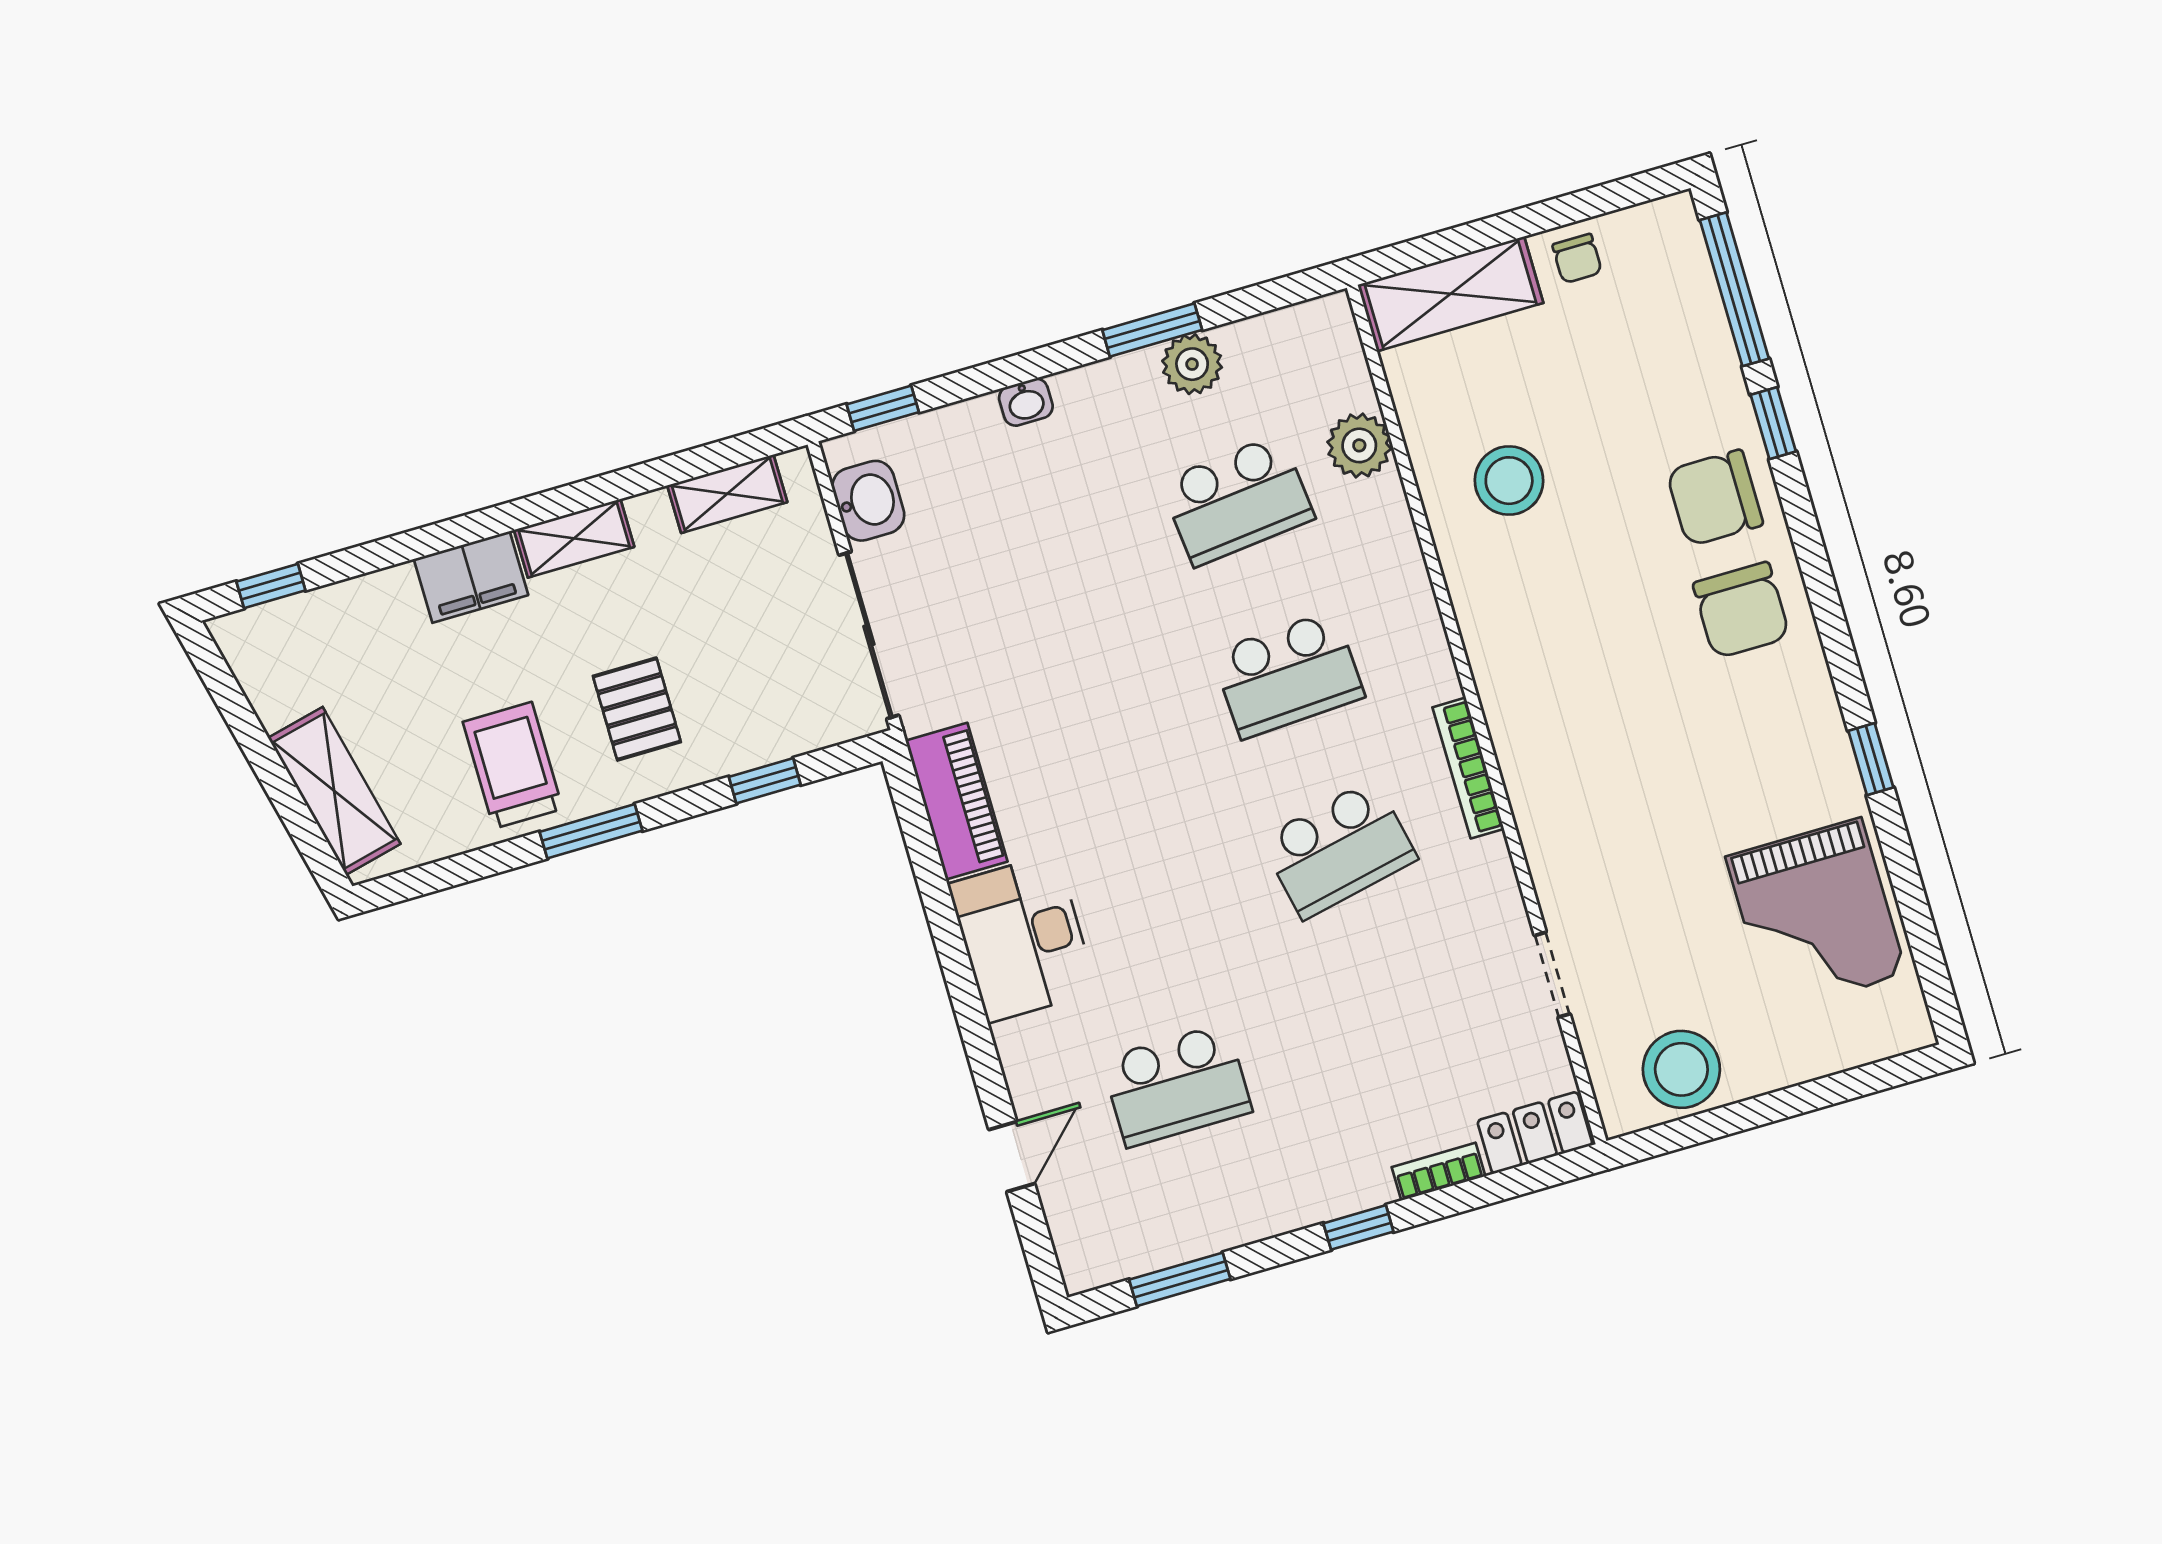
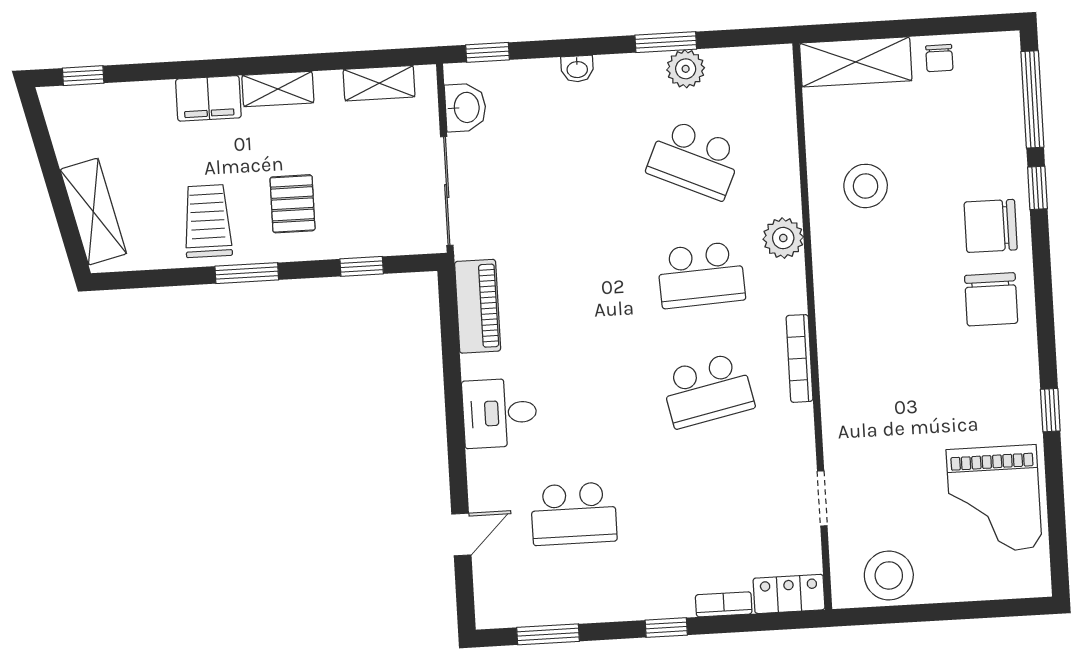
plant: (1359, 445) -> (783, 238), moved
school desk: (1237, 500) -> (694, 160), turned 30
desk: (1022, 938) -> (500, 413), width x0.73

